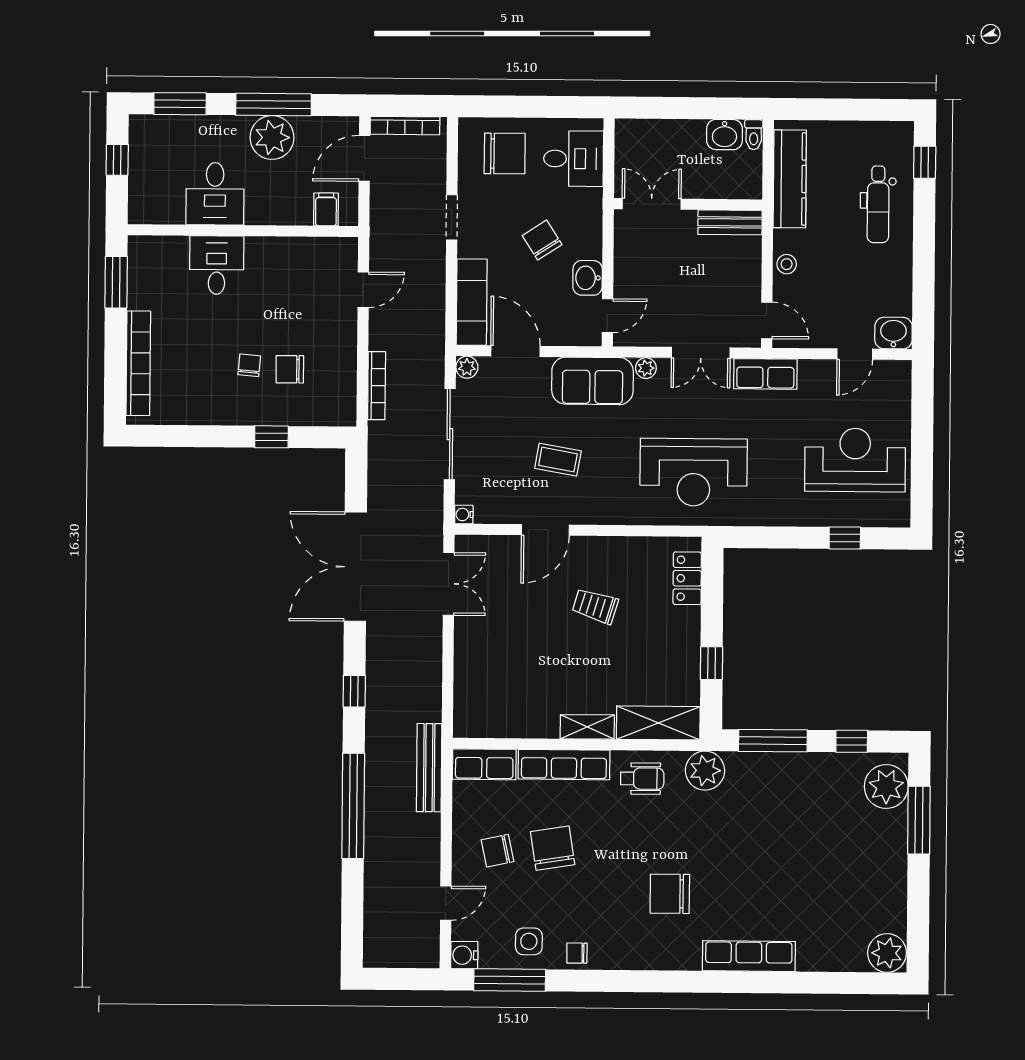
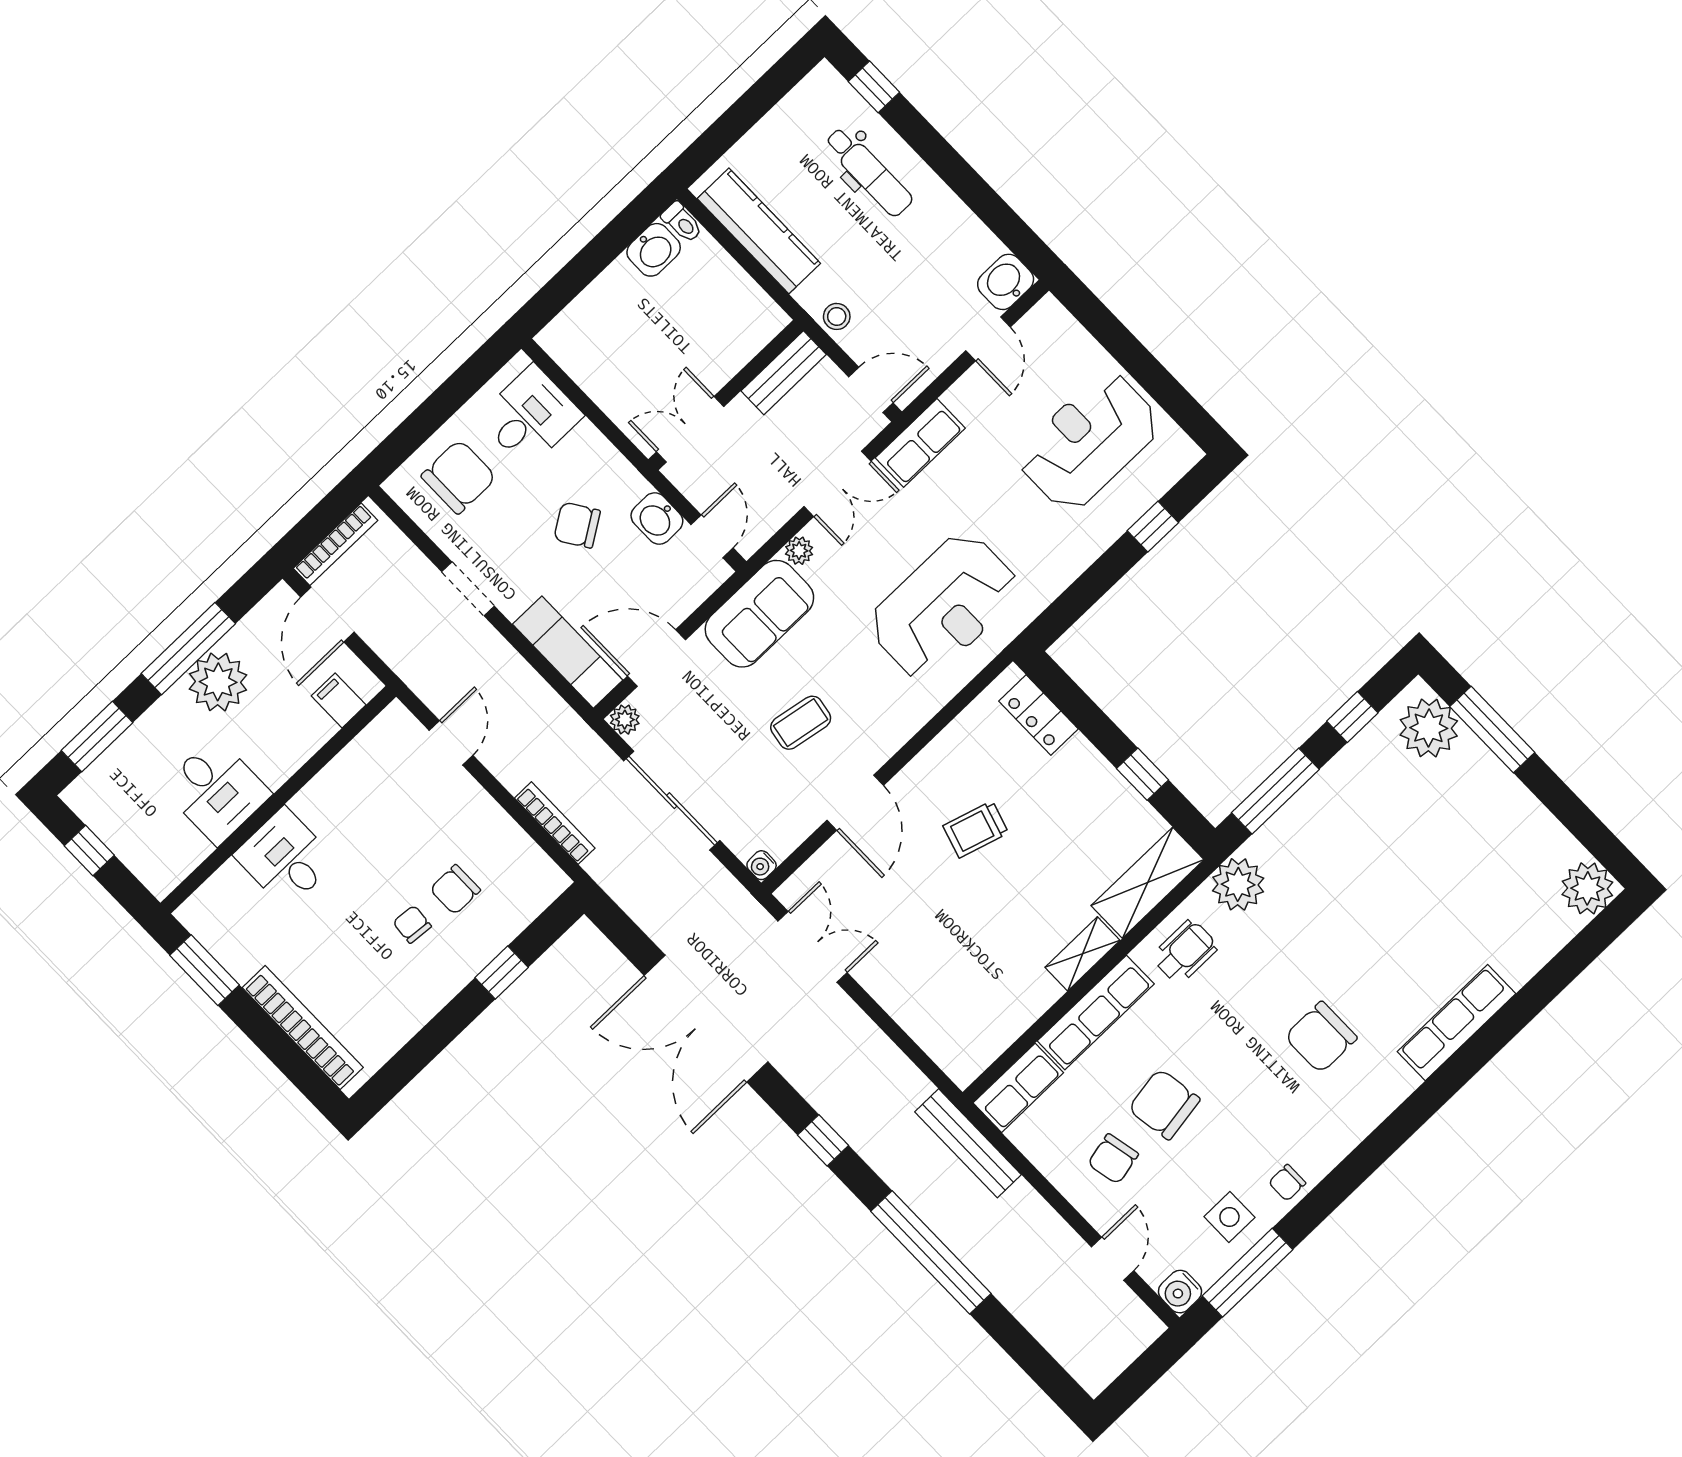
double door: (652, 204) -> (690, 429), moved
wall: (688, 204) -> (726, 395), moved
bench: (730, 222) -> (784, 373), moved

